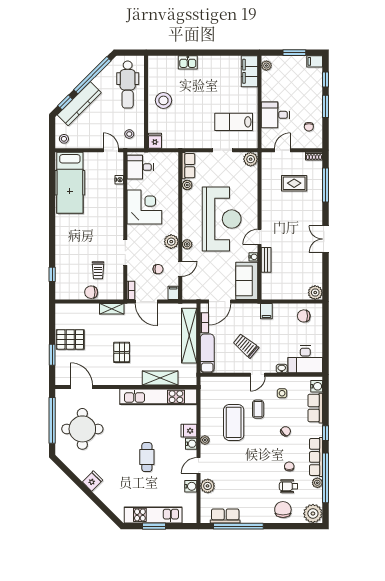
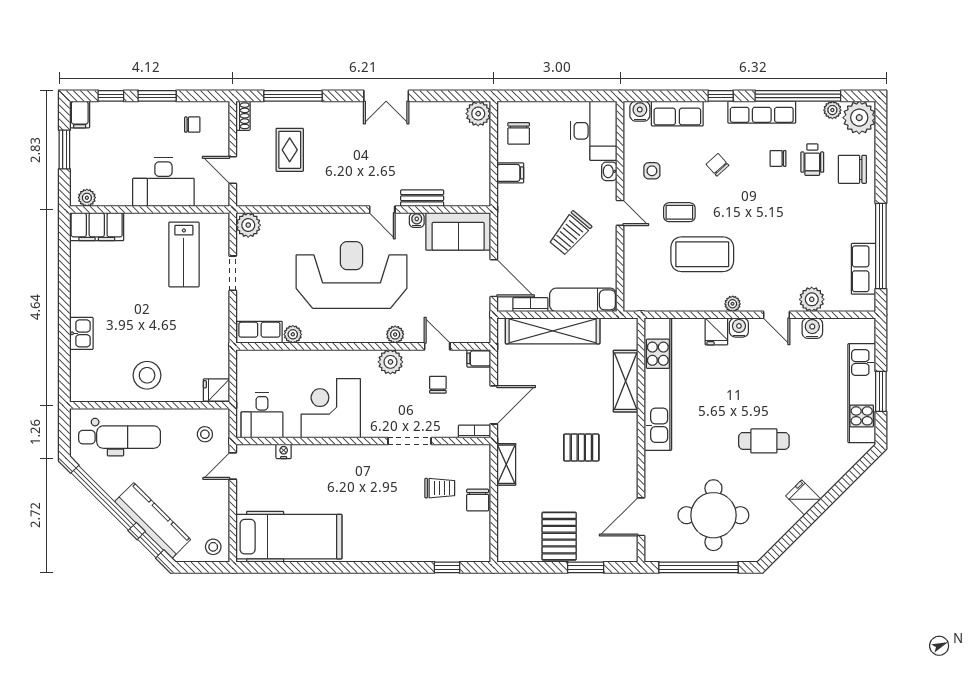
desk: (275, 115) -> (163, 182), width x1.37
filing cabinet: (266, 311) -> (510, 173), moved
cafe table: (147, 457) -> (764, 441), moved
plant: (317, 483) -> (832, 110), moved

